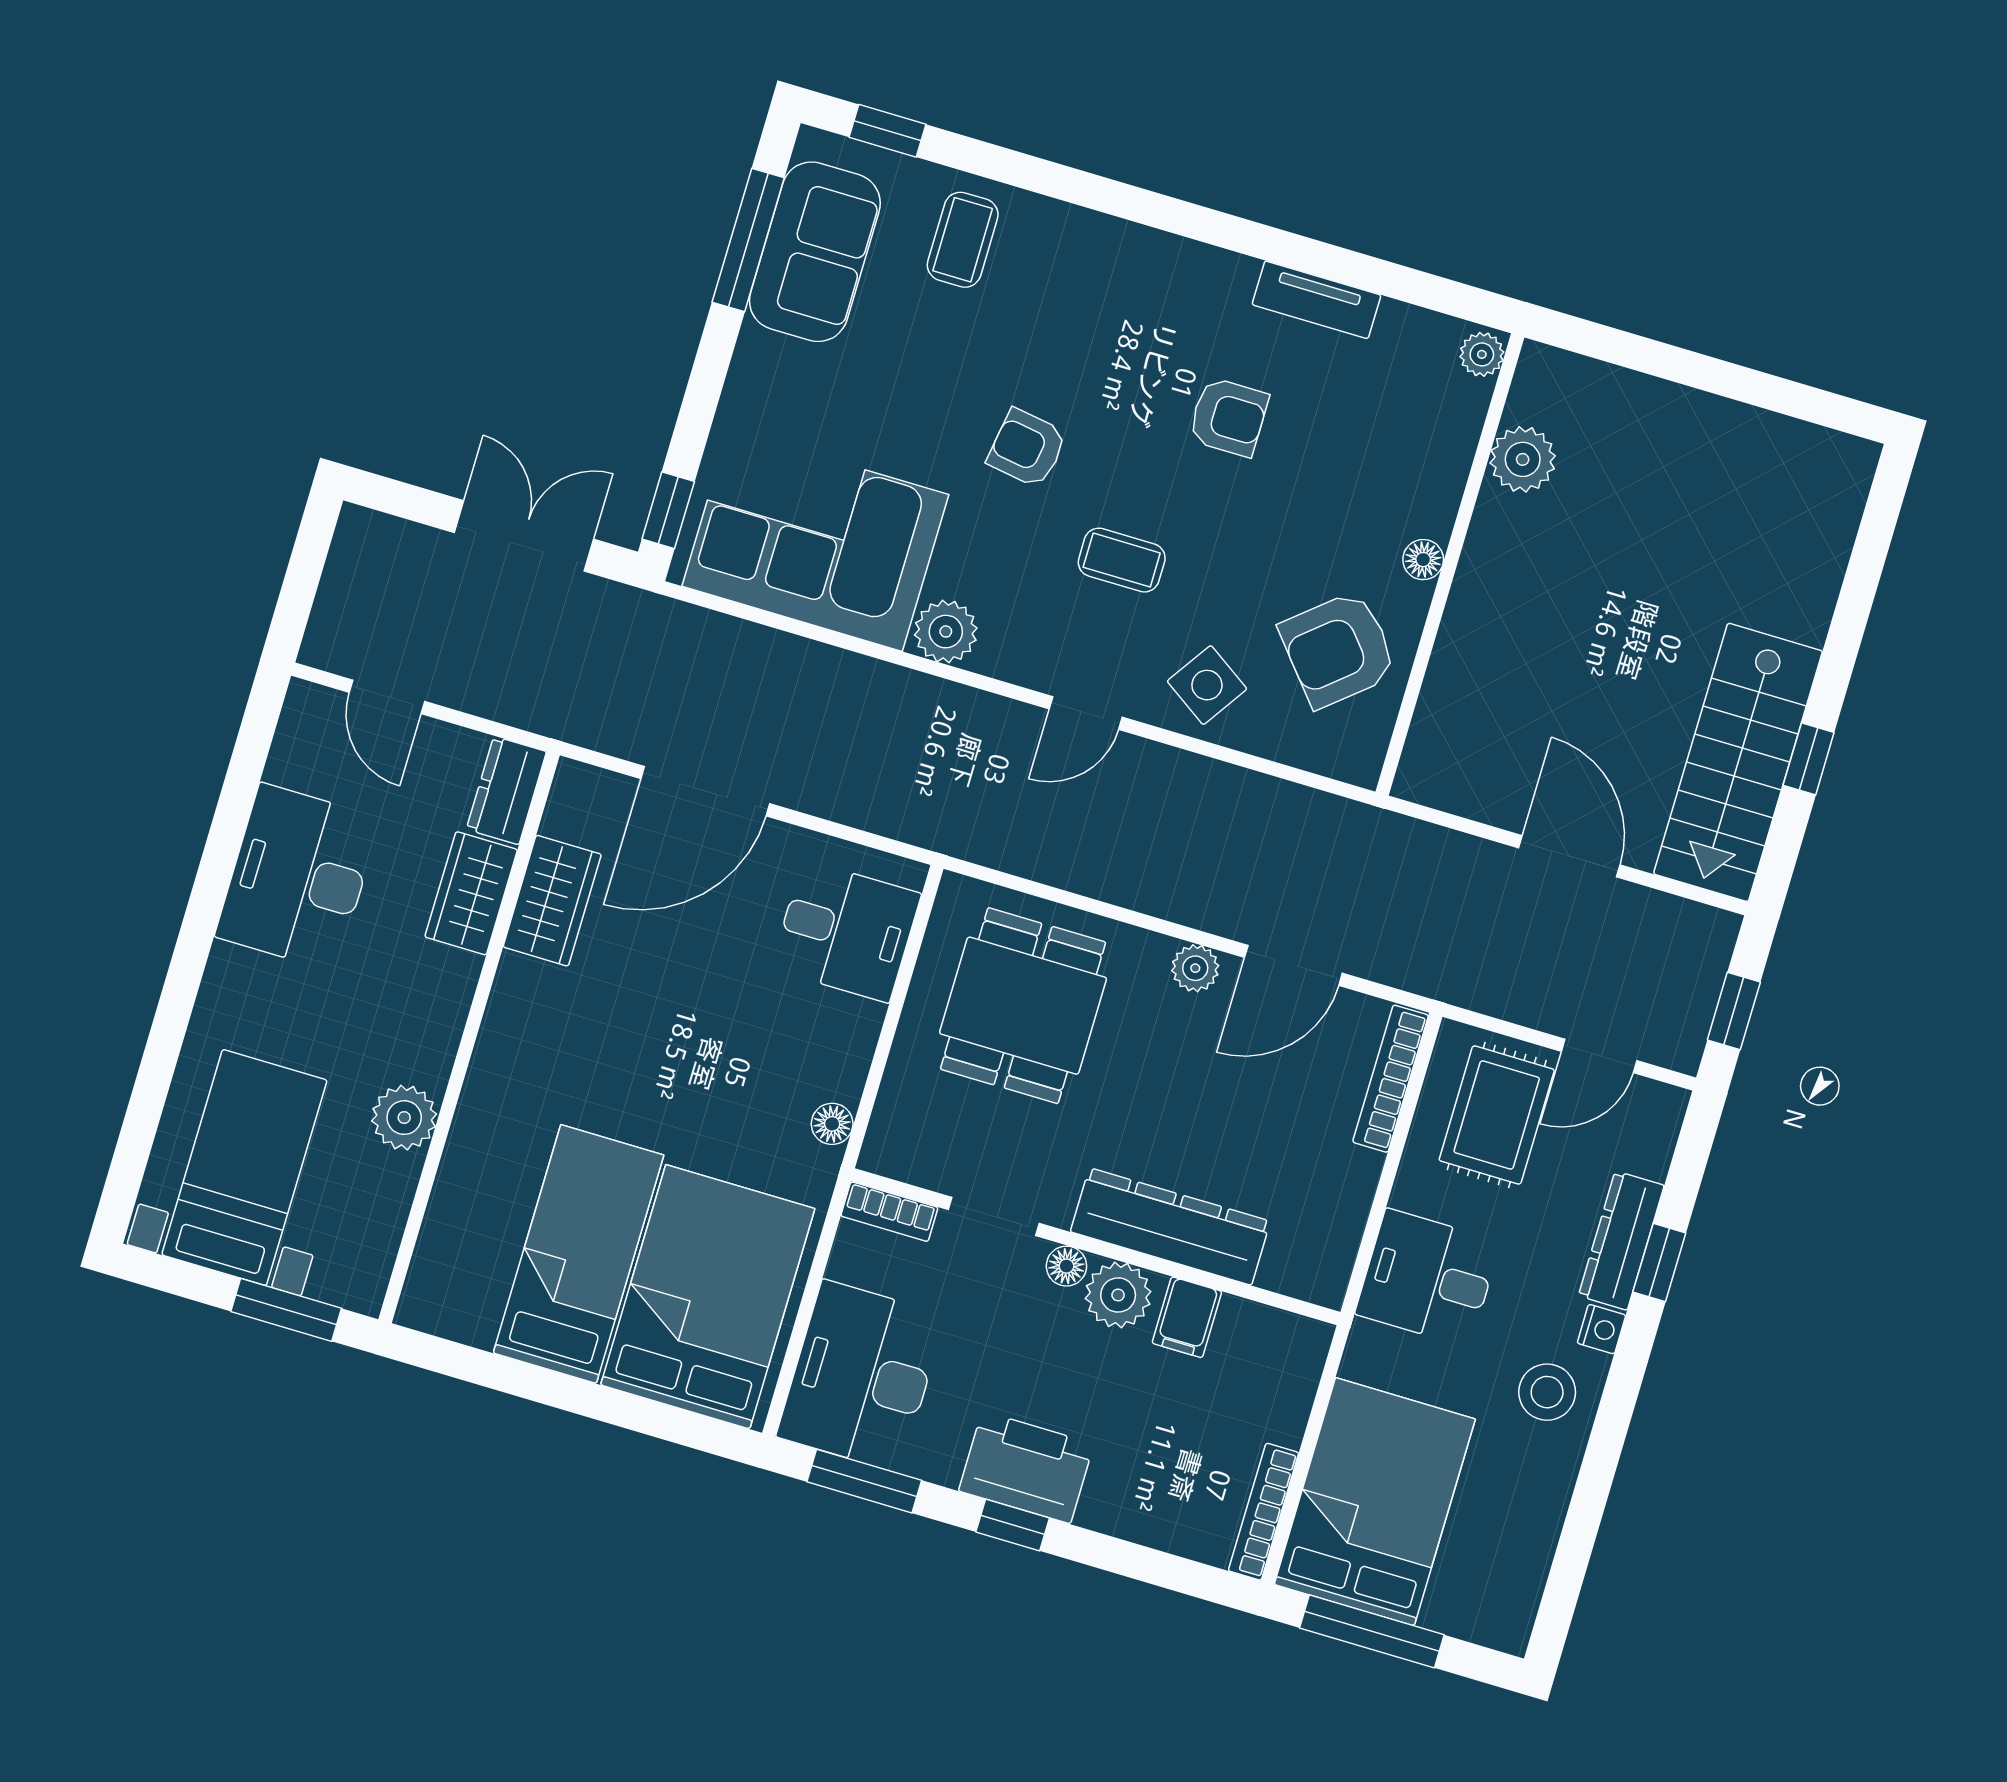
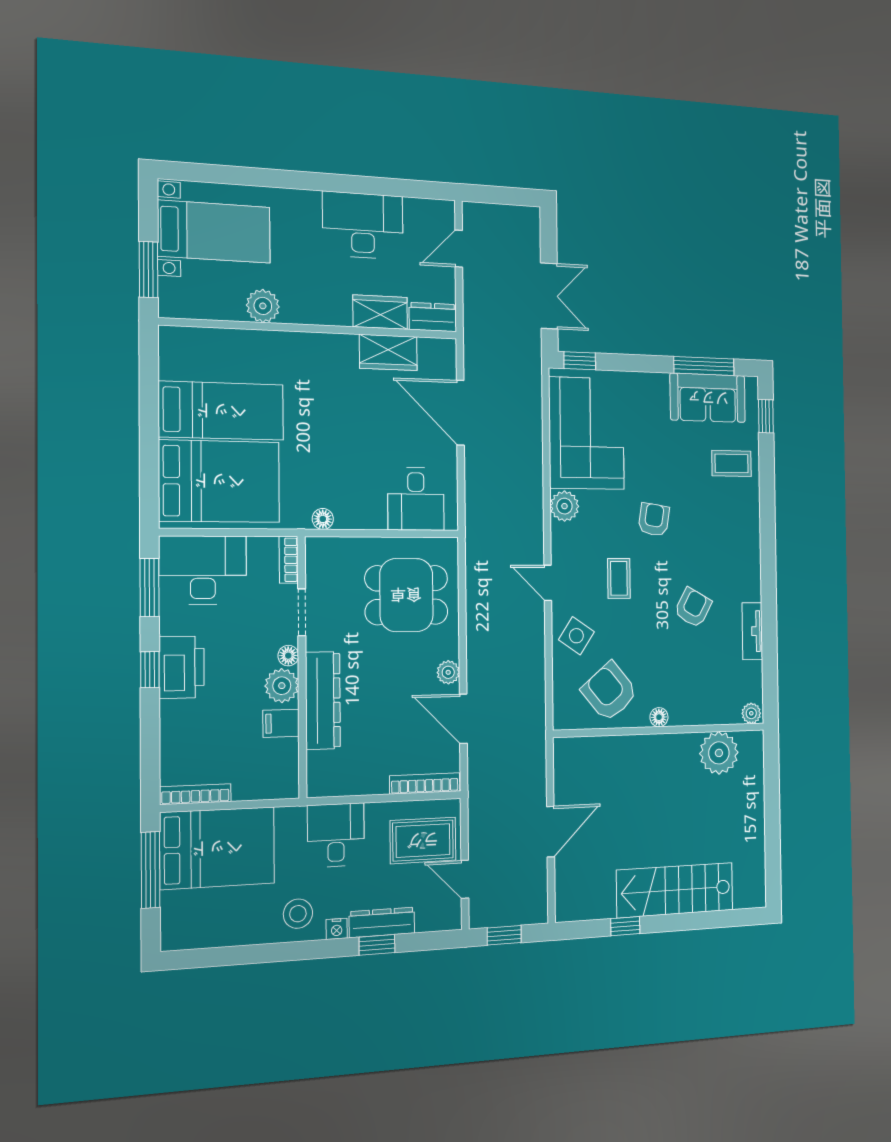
armchair: (1228, 417) -> (693, 608), turned -151
plant: (1523, 459) -> (719, 753), width x1.36, depth x1.36
stairs: (1738, 762) -> (675, 890), moved

